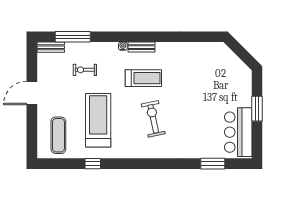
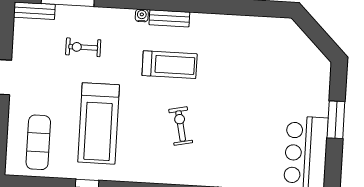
exercise bike: (153, 119) -> (181, 126), width x0.73, depth x0.72
treadmill: (98, 120) -> (99, 123), turned 180

